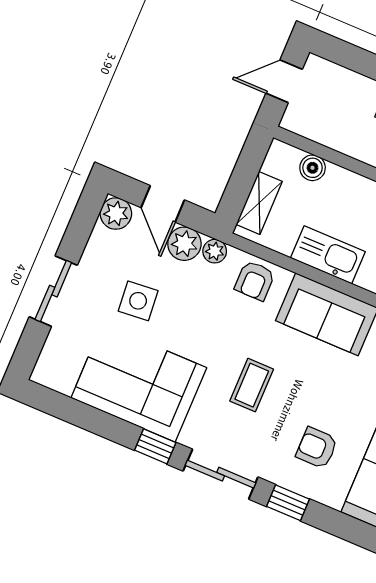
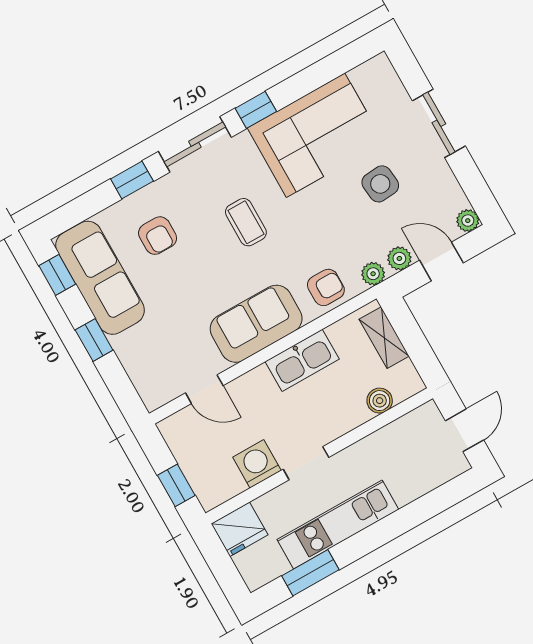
plant: (116, 214) -> (468, 221), width x0.73, depth x0.73
plant: (184, 244) -> (399, 258), width x0.73, depth x0.73
armchair: (255, 281) -> (326, 287), turned 90
armchair: (317, 448) -> (158, 236), turned 90

